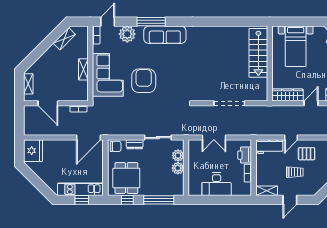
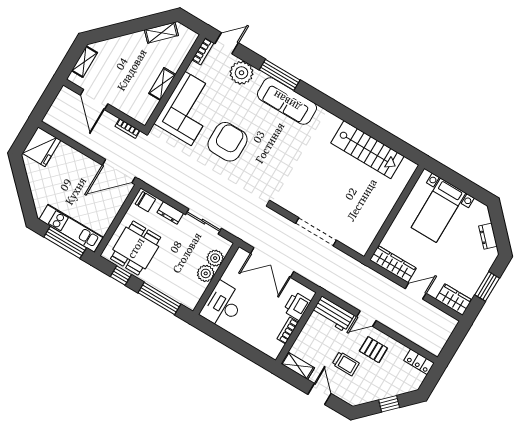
stairs: (258, 53) -> (367, 150), moved, turned -90
double door: (214, 138) -> (272, 262), width x1.37
desk: (217, 184) -> (223, 305), moved, turned 90
window: (82, 200) -> (65, 242), width x2.17
door: (290, 200) -> (320, 394), swing flipped

